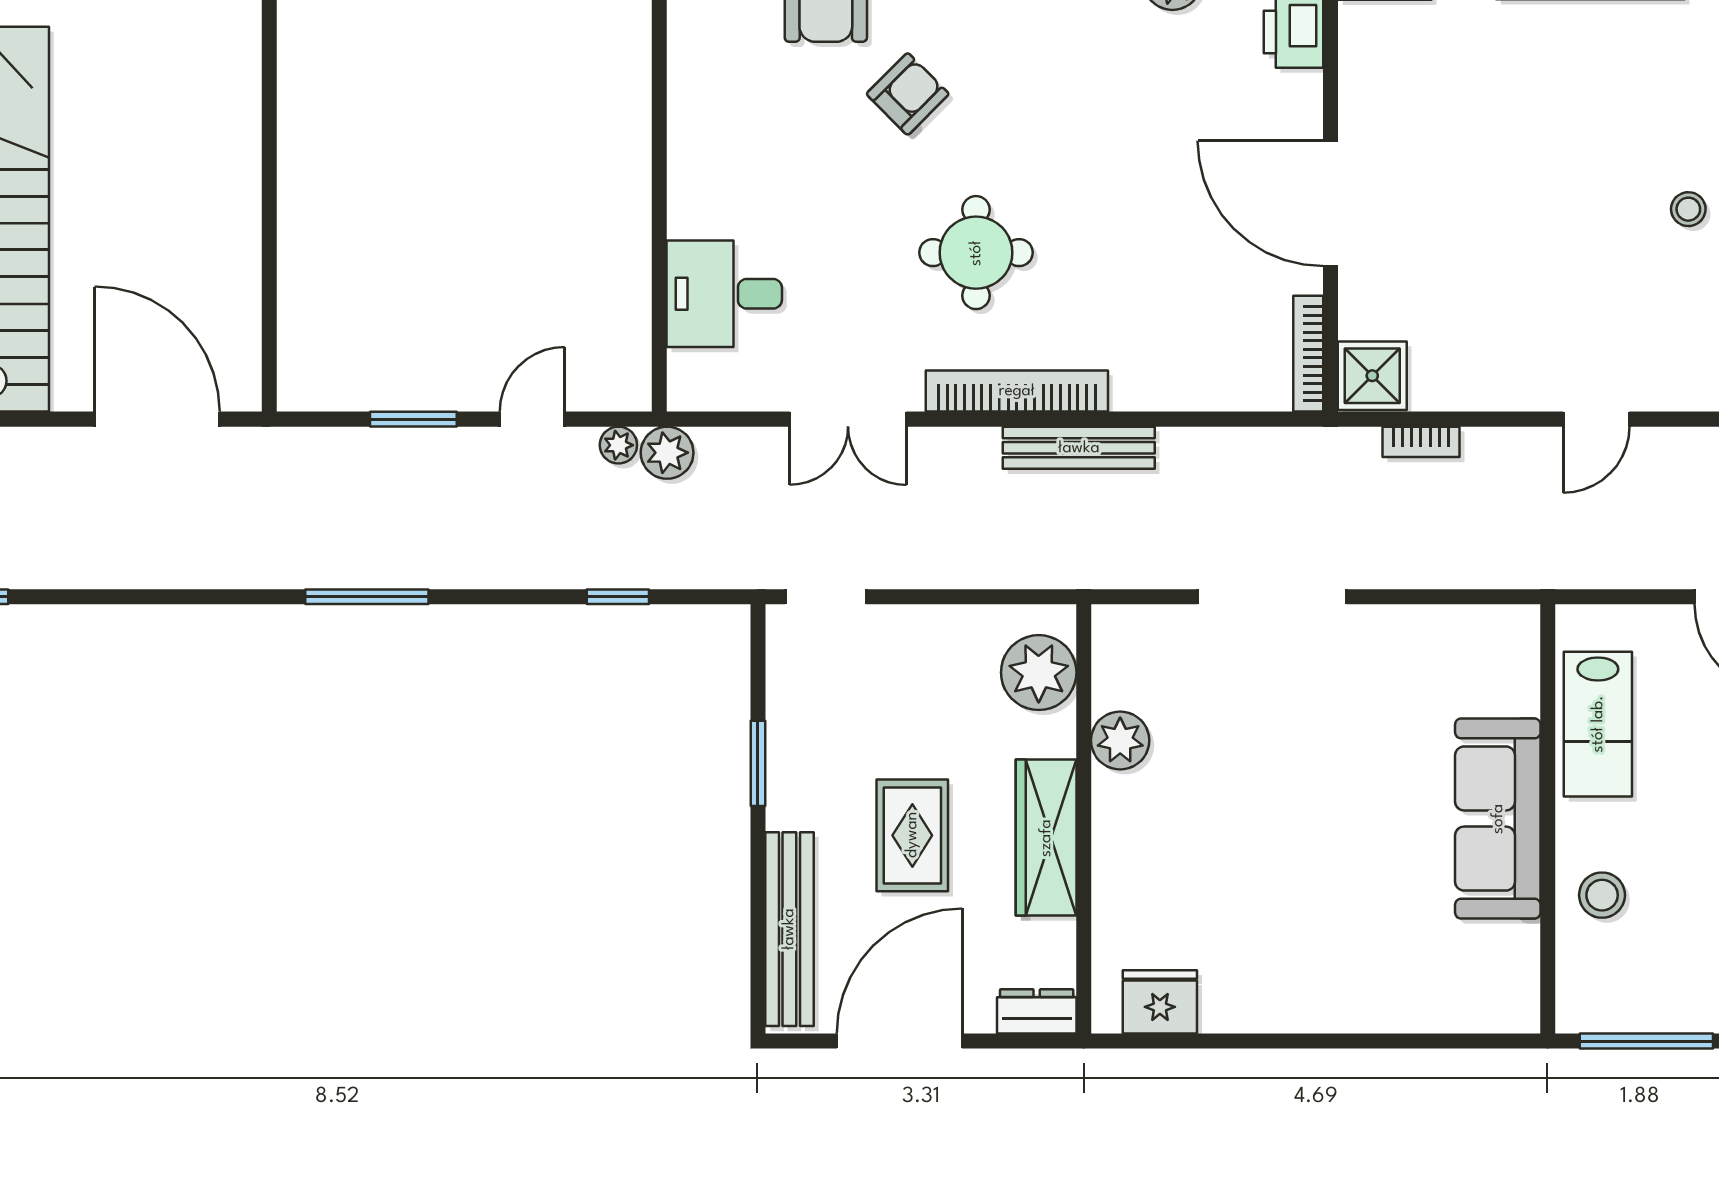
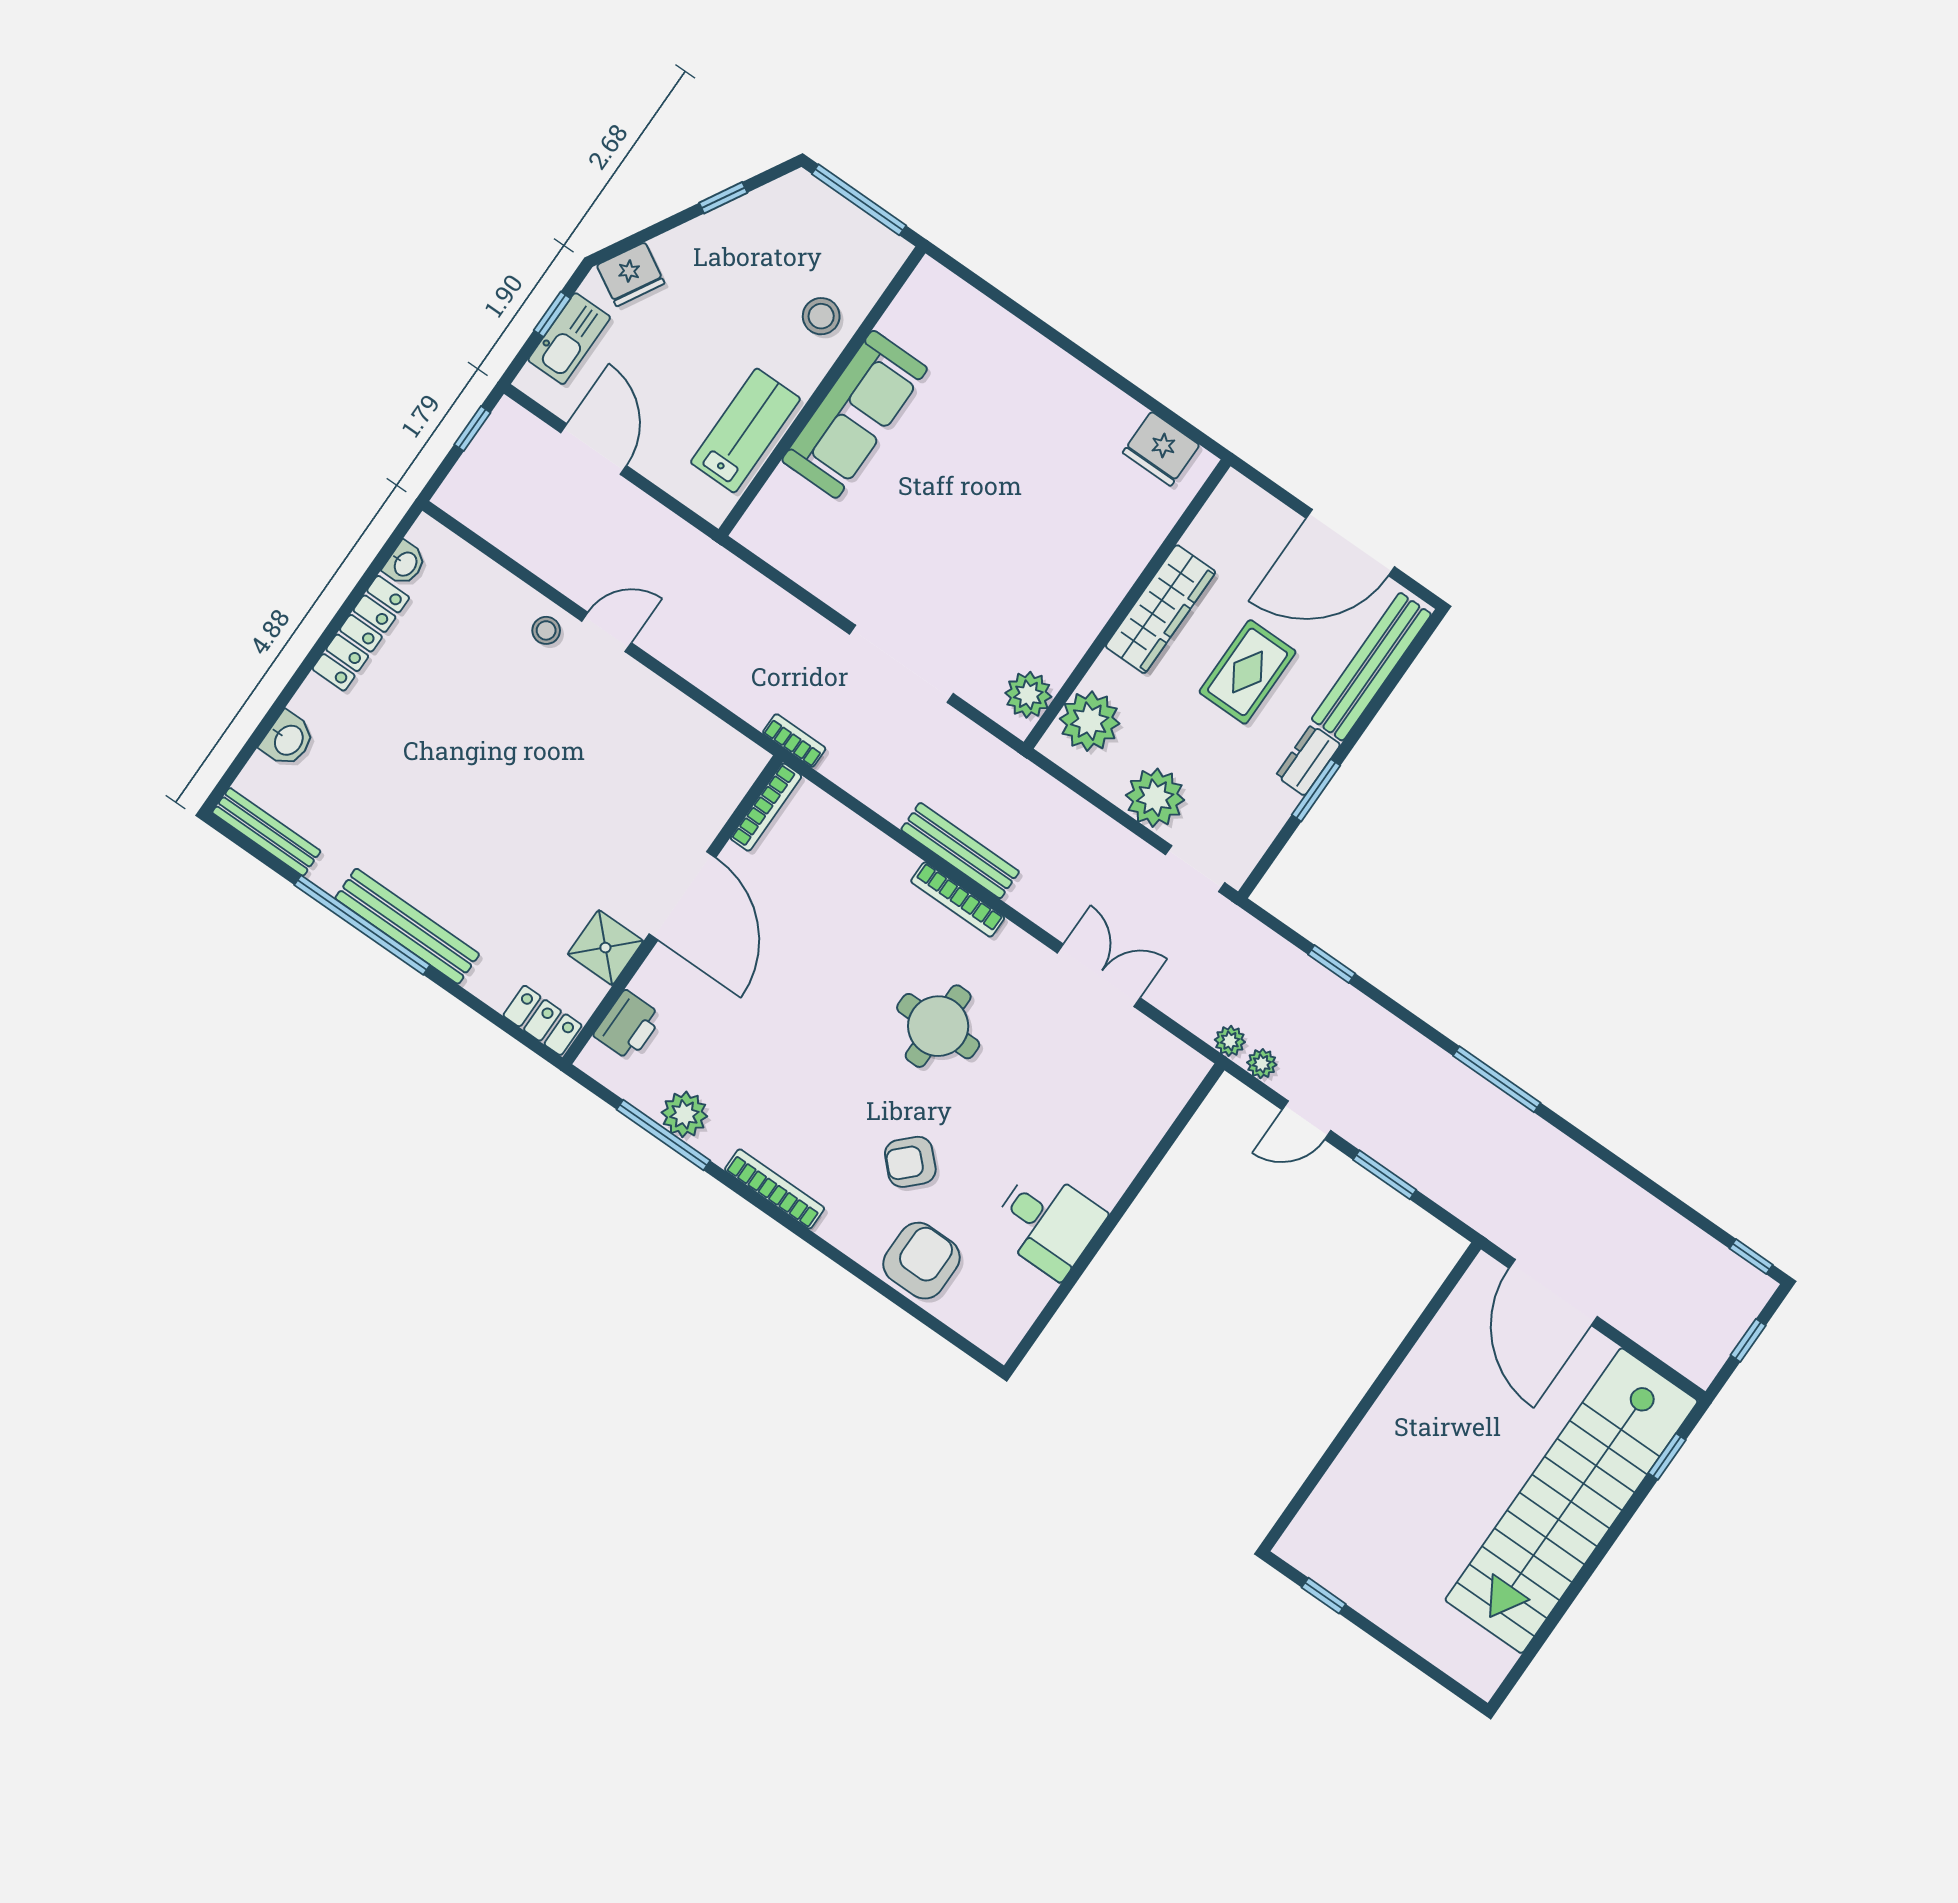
stool: (1688, 209) -> (546, 630), moved
desk: (724, 294) -> (1047, 1222), moved
shower: (1372, 376) -> (605, 948), moved
bookcase: (1017, 391) -> (958, 900), width x0.68, depth x0.76
bookcase: (1421, 442) -> (794, 741), moved
plant: (667, 453) -> (1230, 1041), width x0.73, depth x0.73
plant: (917, 641) -> (1155, 798), added
plant: (1120, 740) -> (1028, 695), moved
dresser: (1037, 1011) -> (1308, 760), moved, turned 90

